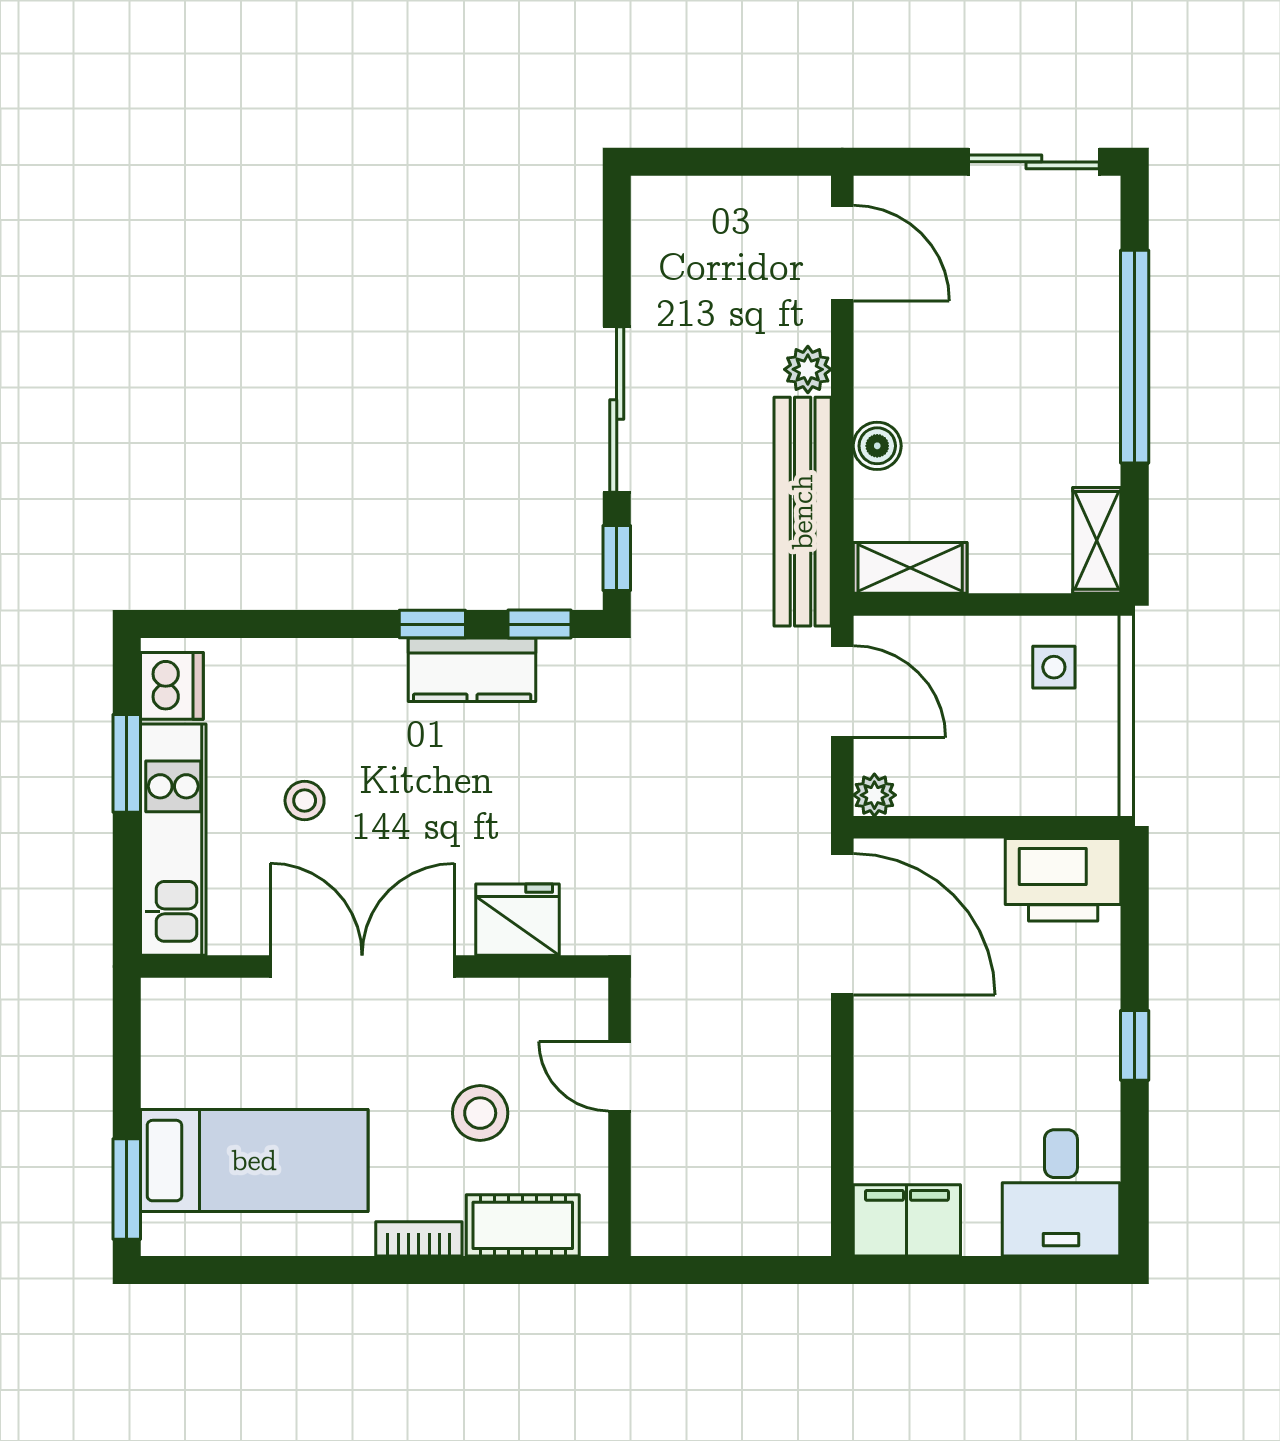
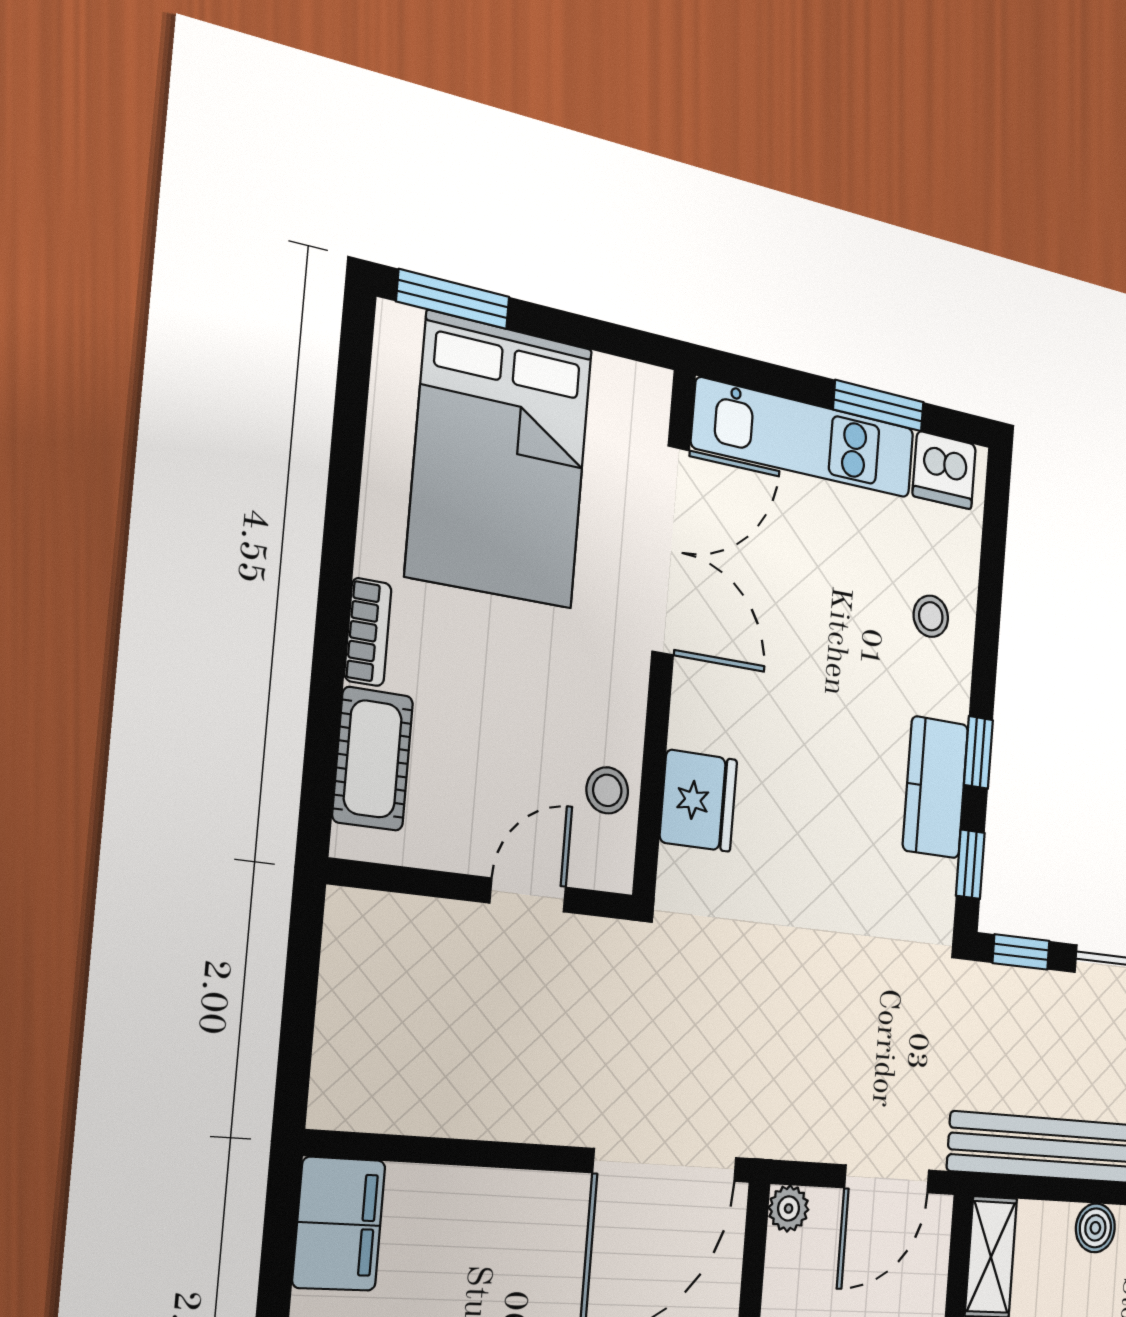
stool: (305, 801) -> (931, 616), moved
double door: (362, 966) -> (671, 550), moved
stool: (480, 1113) -> (607, 790), moved, width x0.73, depth x0.73
bed: (254, 1161) -> (500, 461), width x1.50

